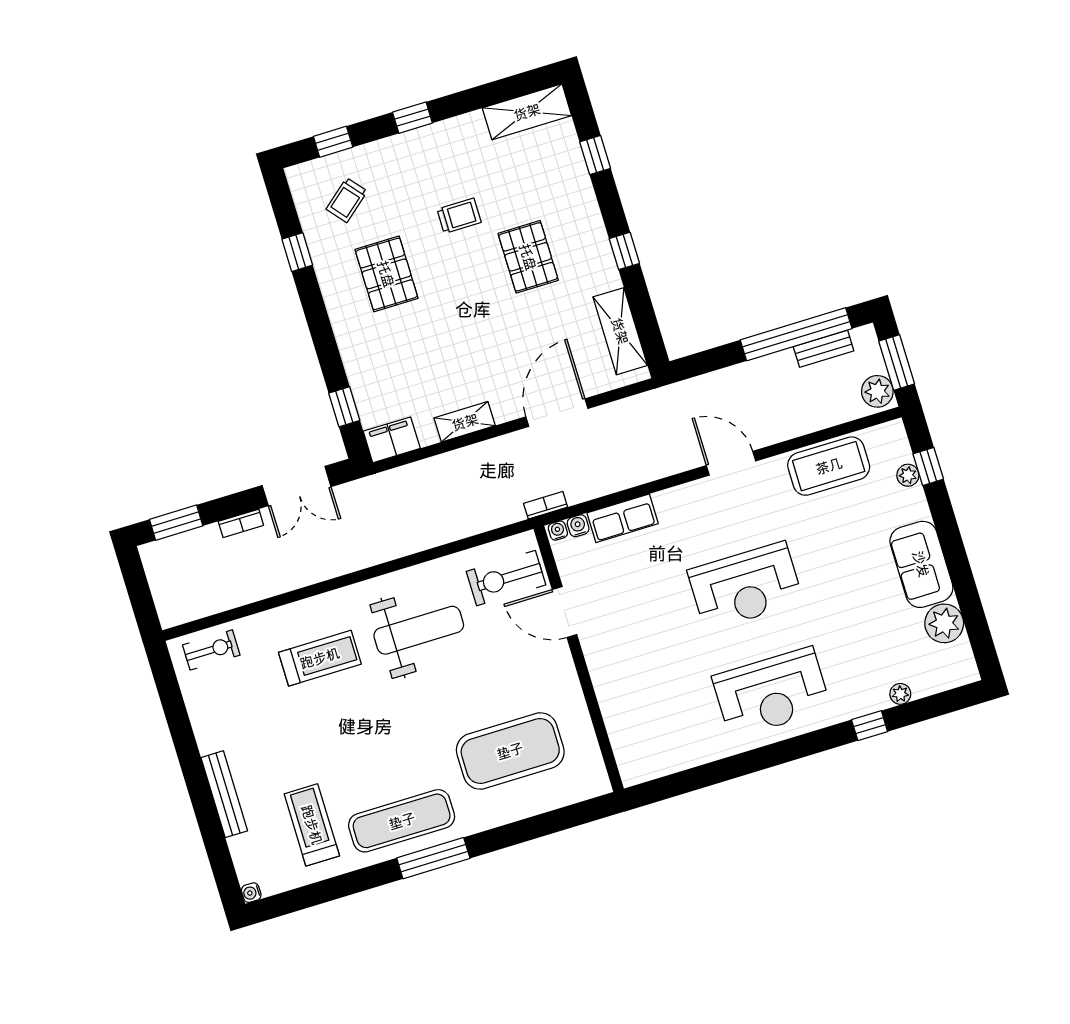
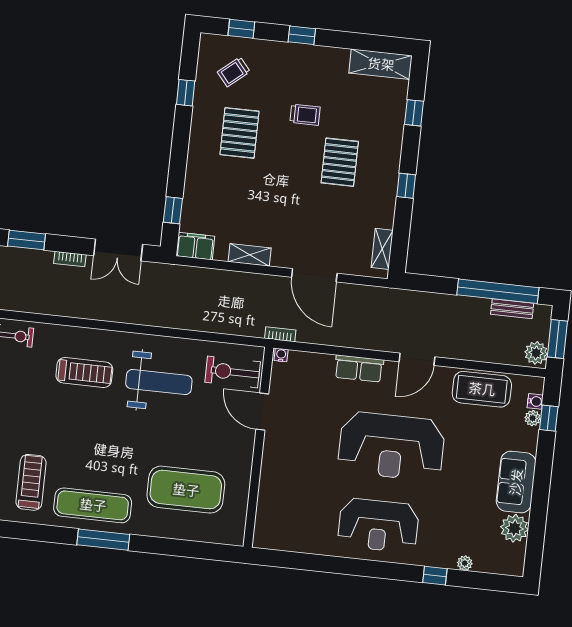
shelving: (620, 331) -> (382, 249), width x0.67, depth x0.75
door: (557, 413) -> (314, 275), swing flipped
door: (731, 463) -> (417, 359), swing flipped
row of seats: (623, 518) -> (359, 369), moved
water cooler: (578, 526) -> (535, 401), moved, turned 90
reception desk: (745, 586) -> (391, 446), width x1.36, depth x1.30

